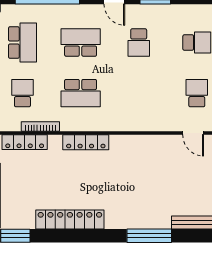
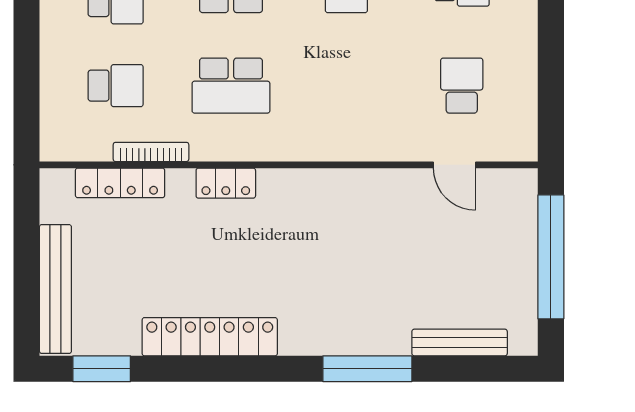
school desk: (22, 93) -> (116, 86), turned 90
locker: (86, 142) -> (226, 183), width x0.66

